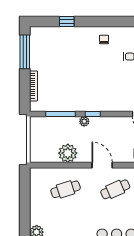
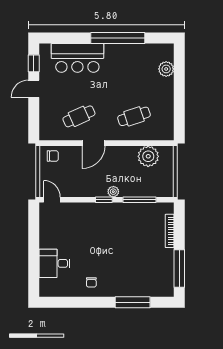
window: (67, 22) -> (133, 302), width x2.17
plant: (68, 153) -> (148, 156), moved
door: (102, 165) -> (94, 143), hinge flipped

